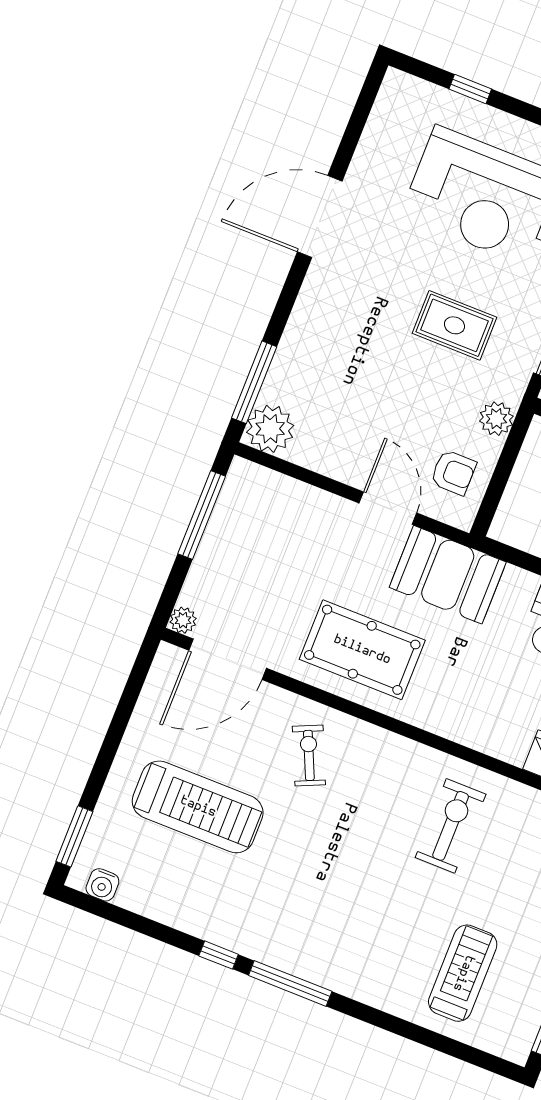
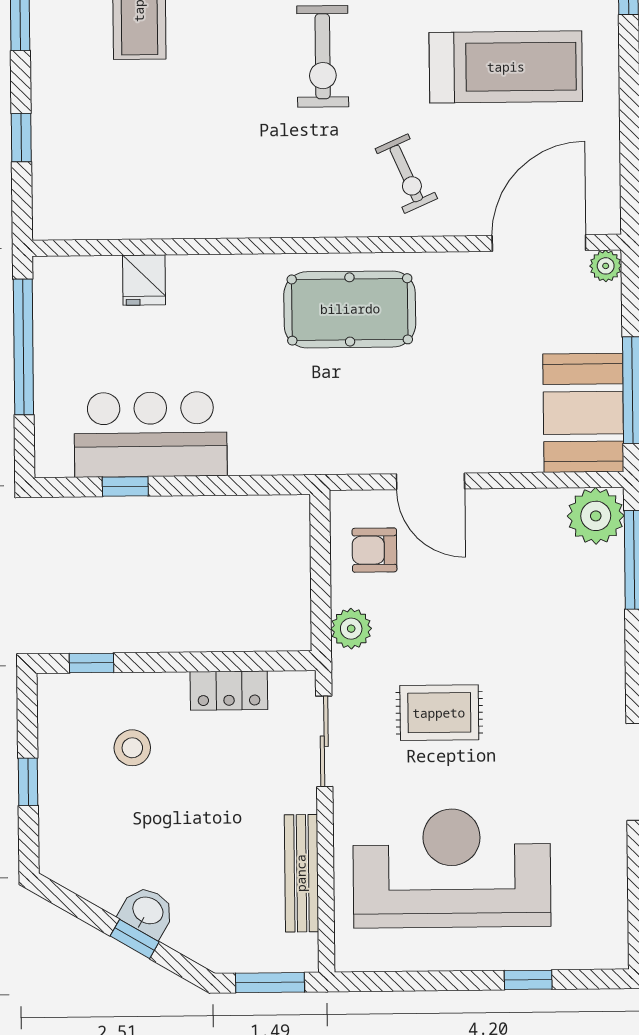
booth: (448, 575) -> (583, 413), moved, turned 90
pool table: (362, 650) -> (350, 309), moved
treadmill: (198, 807) -> (506, 67), turned 180
exercise bike: (451, 826) -> (323, 56), moved

